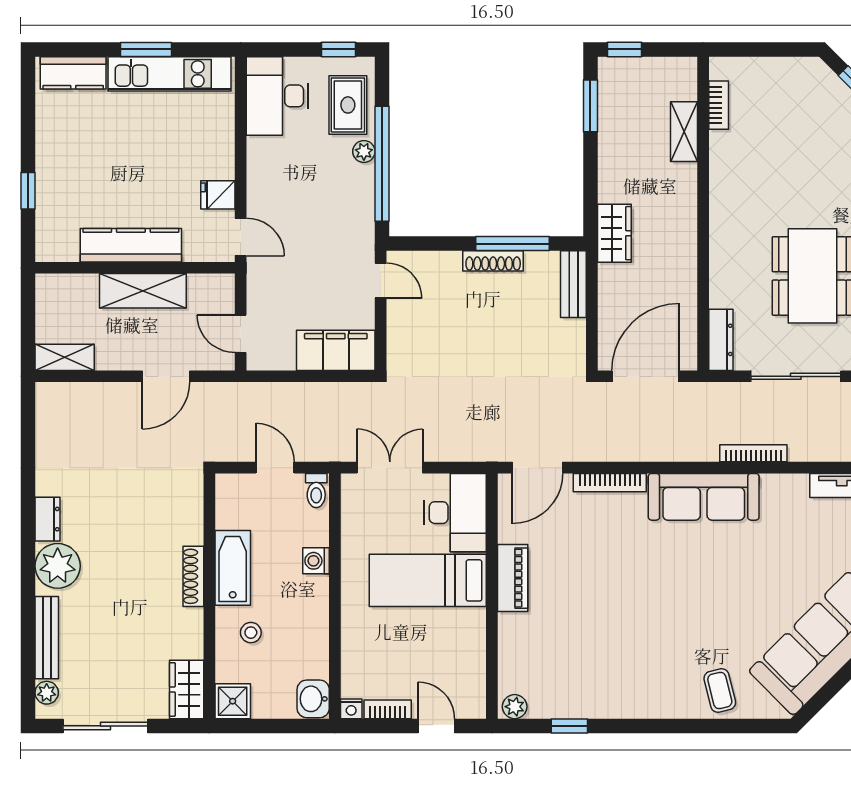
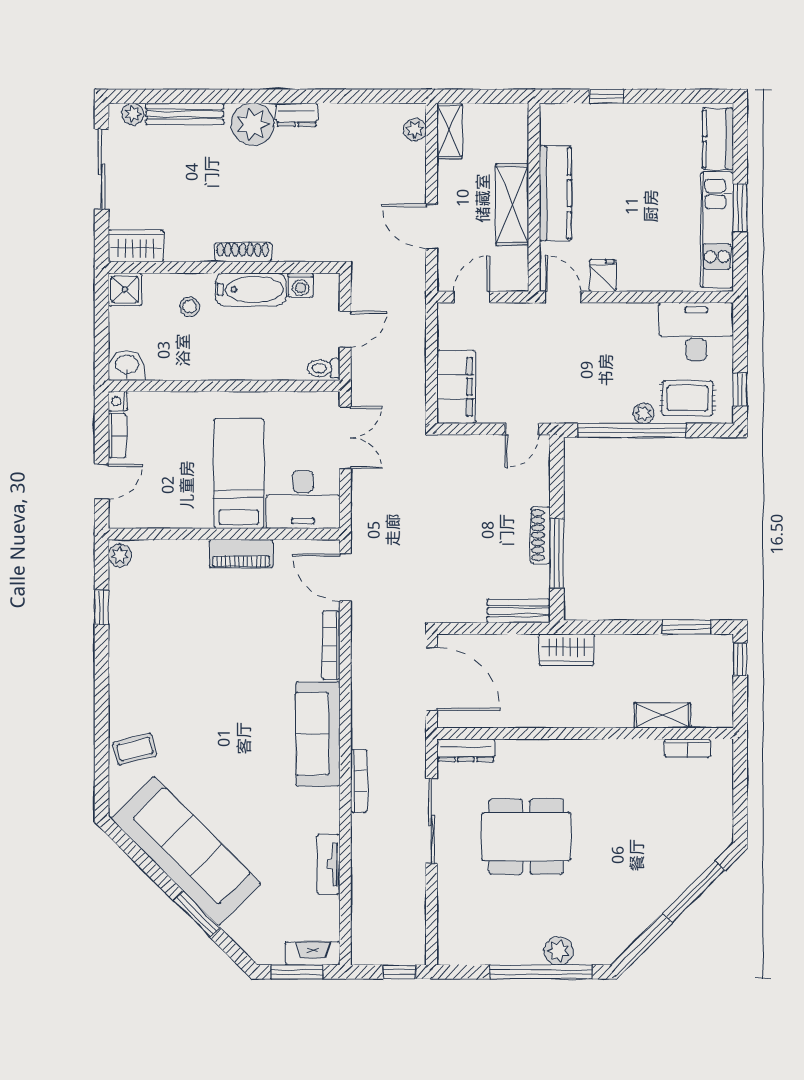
door: (241, 237) -> (563, 297), swing flipped
plant: (63, 394) -> (415, 130), added
washing machine: (316, 561) -> (301, 285), moved, turned 180

